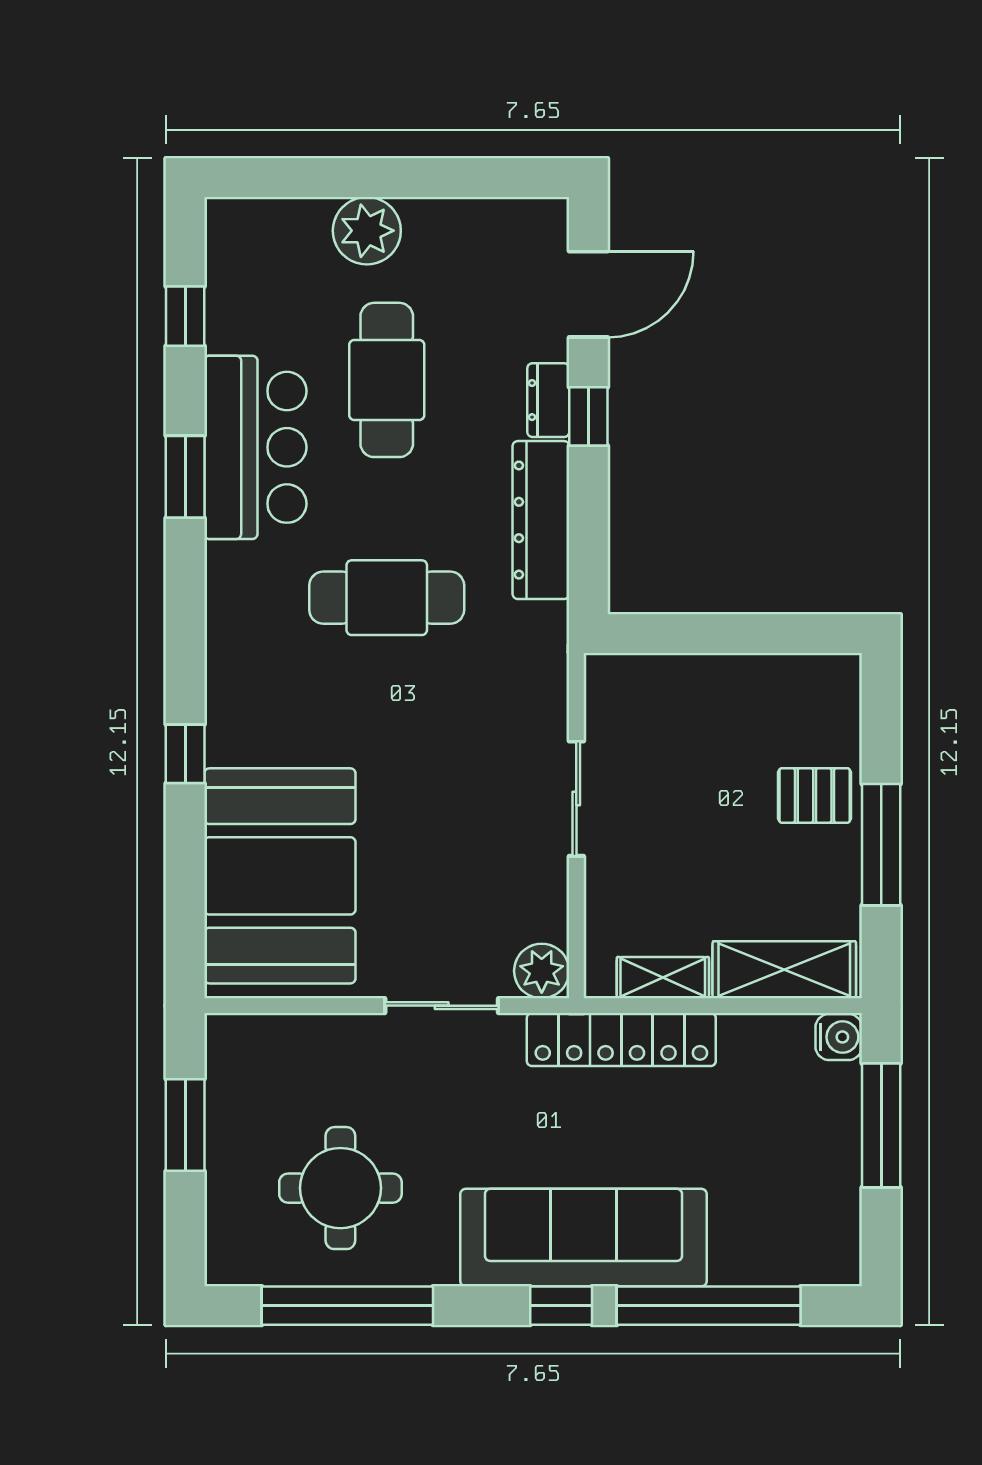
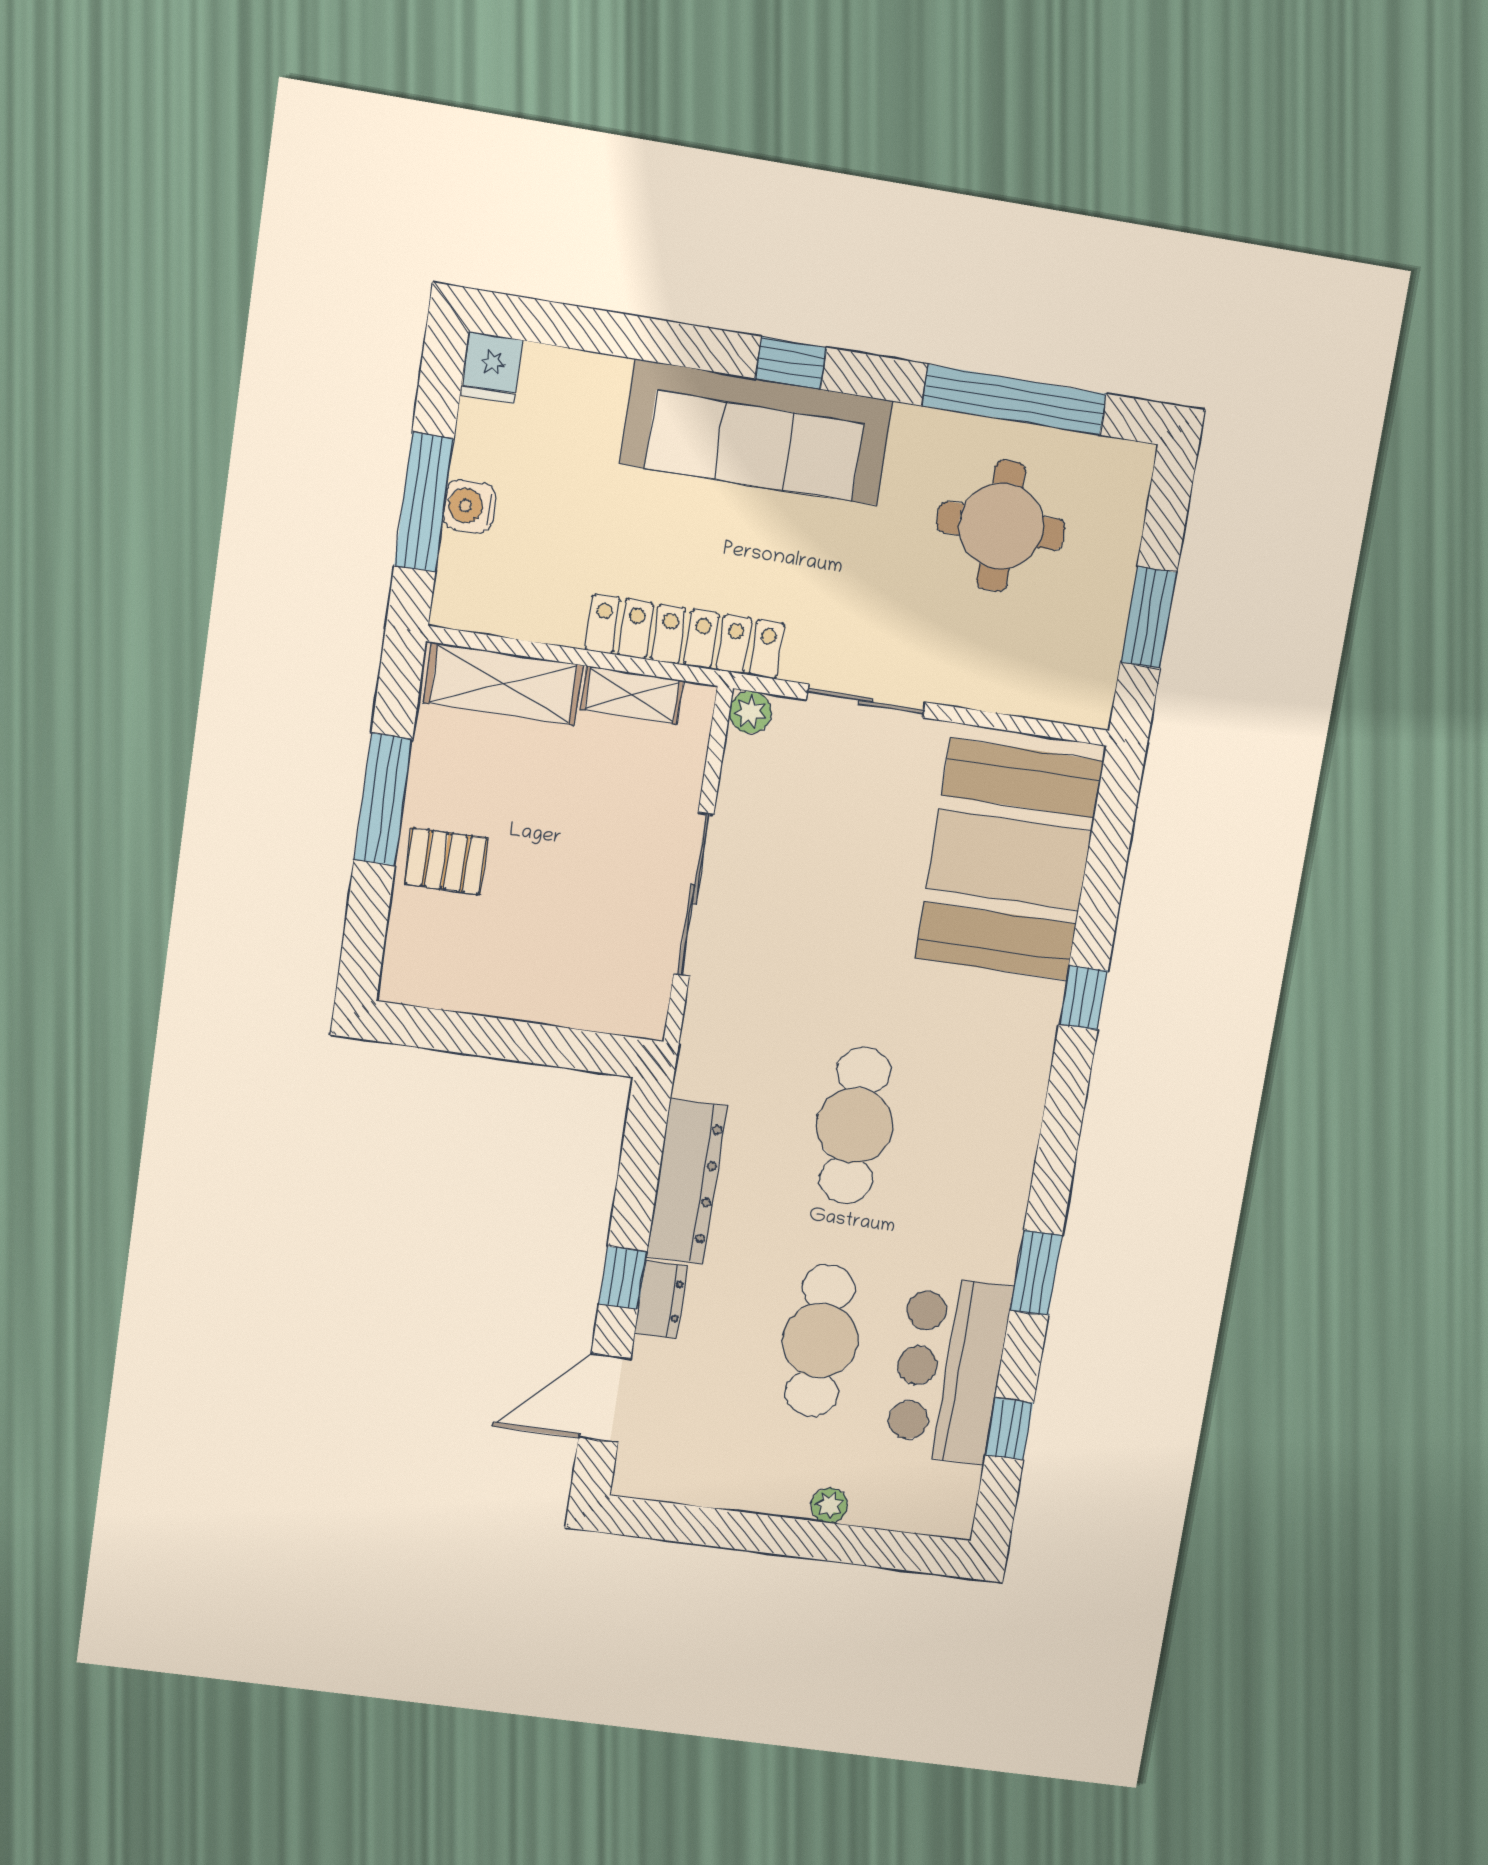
plant: (367, 231) -> (829, 1505), width x0.53, depth x0.53
bar counter: (255, 447) -> (949, 1369), moved
cafe table: (387, 598) -> (855, 1125), turned 90
sliding door: (576, 799) -> (694, 894), width x1.37
plant: (542, 971) -> (750, 712), width x0.73, depth x0.73
water cooler: (839, 1037) -> (470, 506), moved
fridge: (836, 1257) -> (492, 368), added
window: (709, 1306) -> (635, 337), removed

